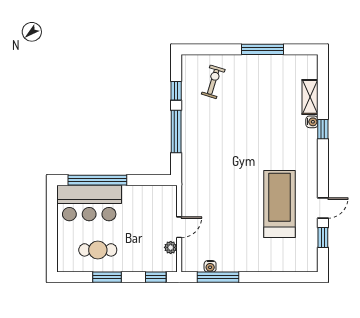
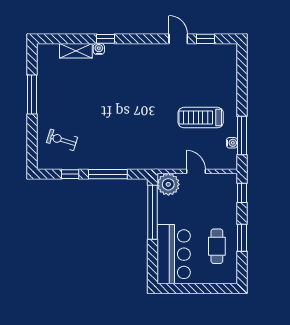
window: (97, 180) -> (153, 212), moved
treadmill: (280, 204) -> (201, 118), moved, width x0.73, depth x0.73
plant: (171, 247) -> (168, 184), moved, width x1.88, depth x1.88

